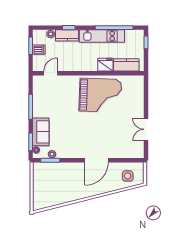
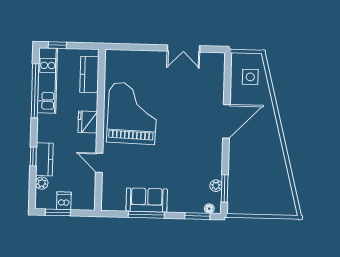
kitchen unit: (102, 36) -> (47, 80), moved
fridge: (105, 65) -> (88, 122), moved
door: (51, 73) -> (99, 163), moved
sofa: (41, 132) -> (147, 200), moved
door: (96, 160) -> (226, 121), hinge flipped

